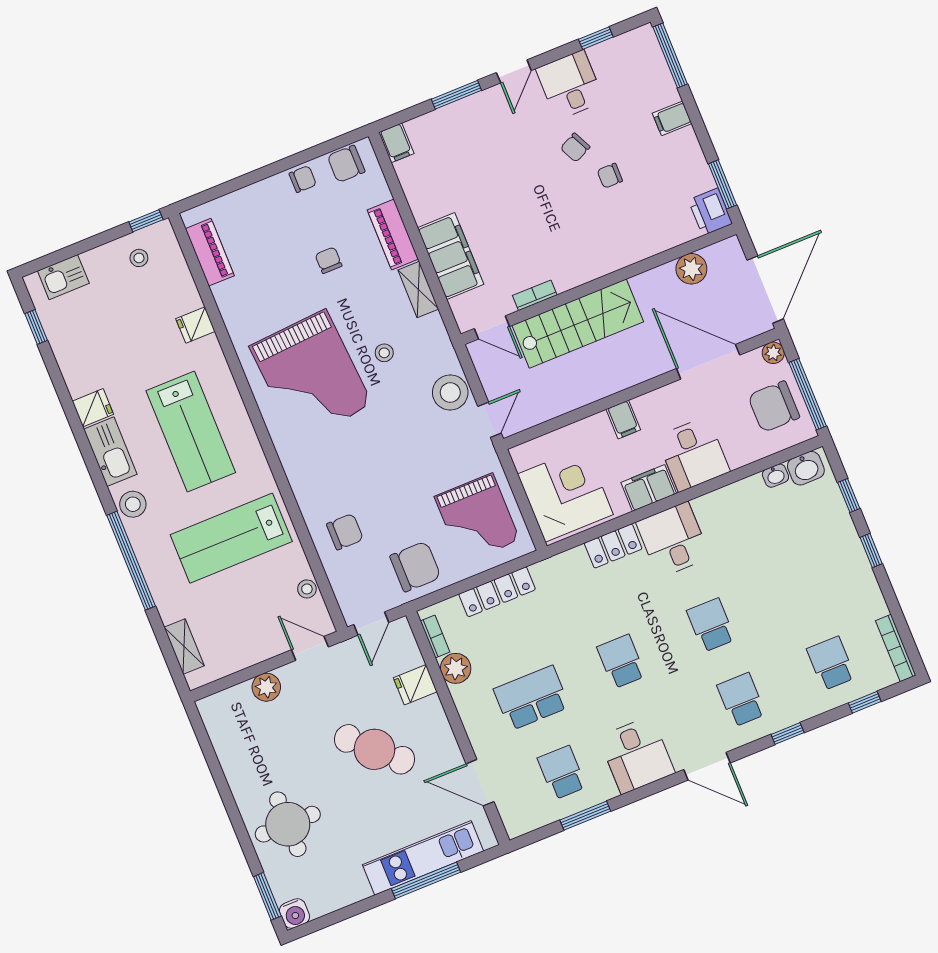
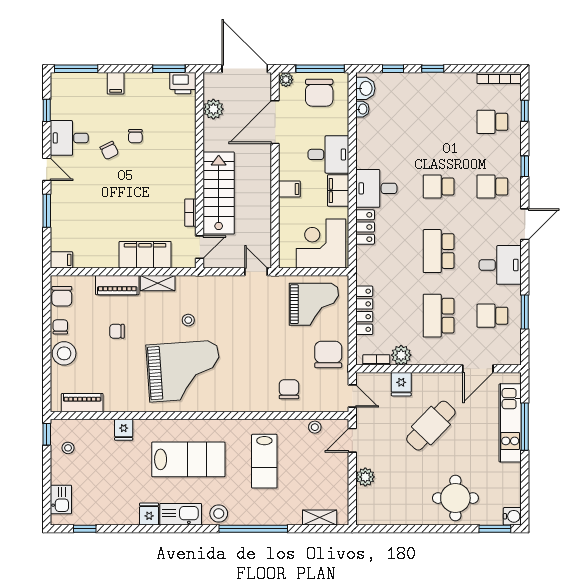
stool: (450, 392) -> (64, 353), moved
lab bench: (231, 538) -> (264, 461), width x0.73, depth x0.72
school desk: (621, 662) -> (439, 251), width x1.85

